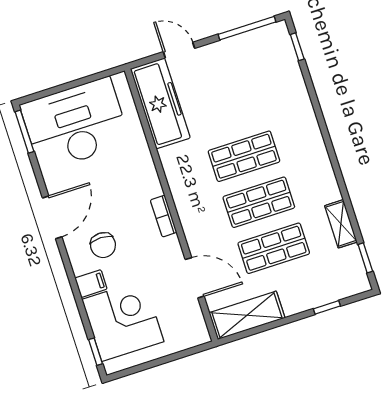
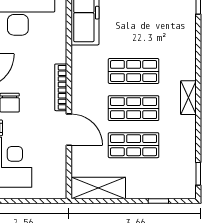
bookcase: (164, 216) -> (61, 87), width x1.56
shelving: (341, 224) -> (188, 98), moved
door: (195, 278) -> (69, 130), moved

